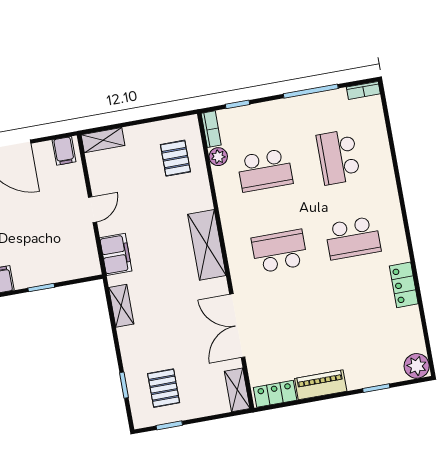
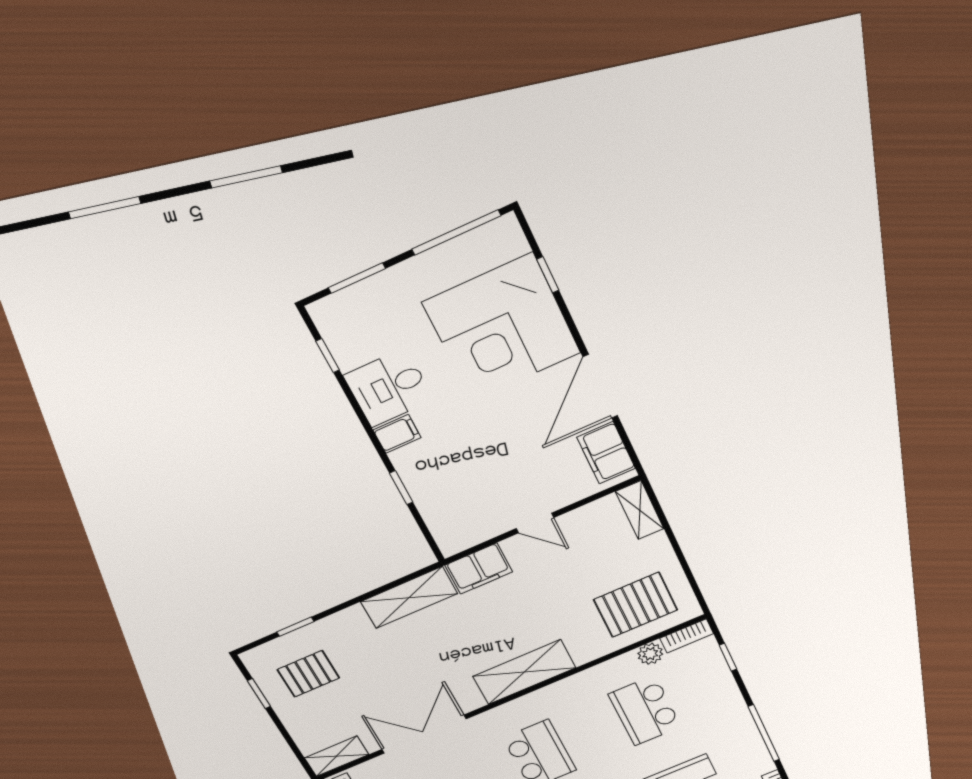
filing cabinet: (64, 151) -> (606, 453), width x2.00
pallet: (175, 158) -> (636, 605), width x1.50, depth x1.42
shelving: (121, 306) -> (409, 598), width x1.50, depth x1.33

